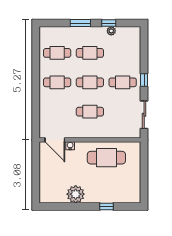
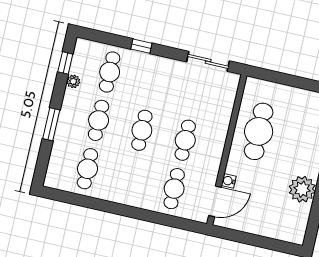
window: (109, 23) -> (65, 63), moved
window: (144, 80) -> (141, 46), moved
cafe table: (57, 82) -> (174, 189), moved
cafe table: (123, 82) -> (110, 72), moved

